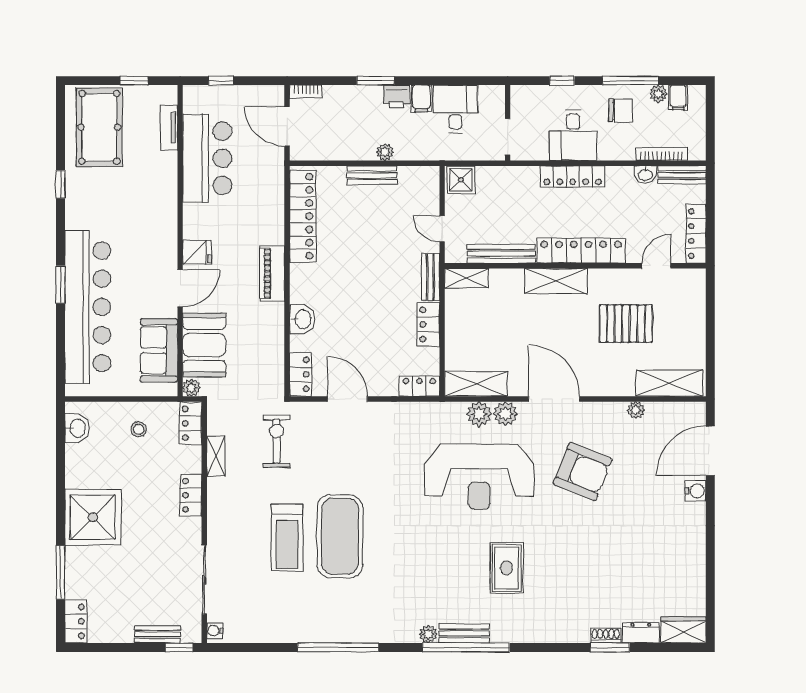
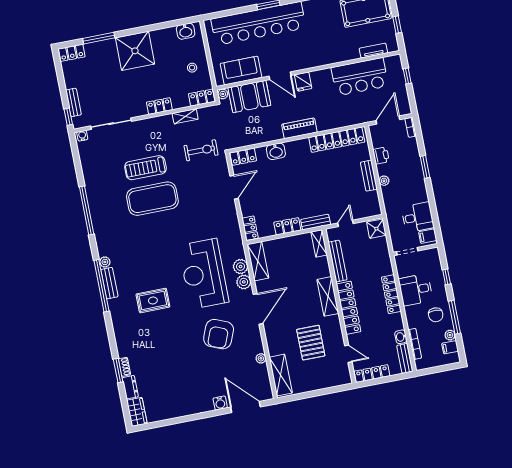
printer: (397, 97) -> (381, 156), moved, turned 180
filing cabinet: (421, 99) -> (428, 236), moved

